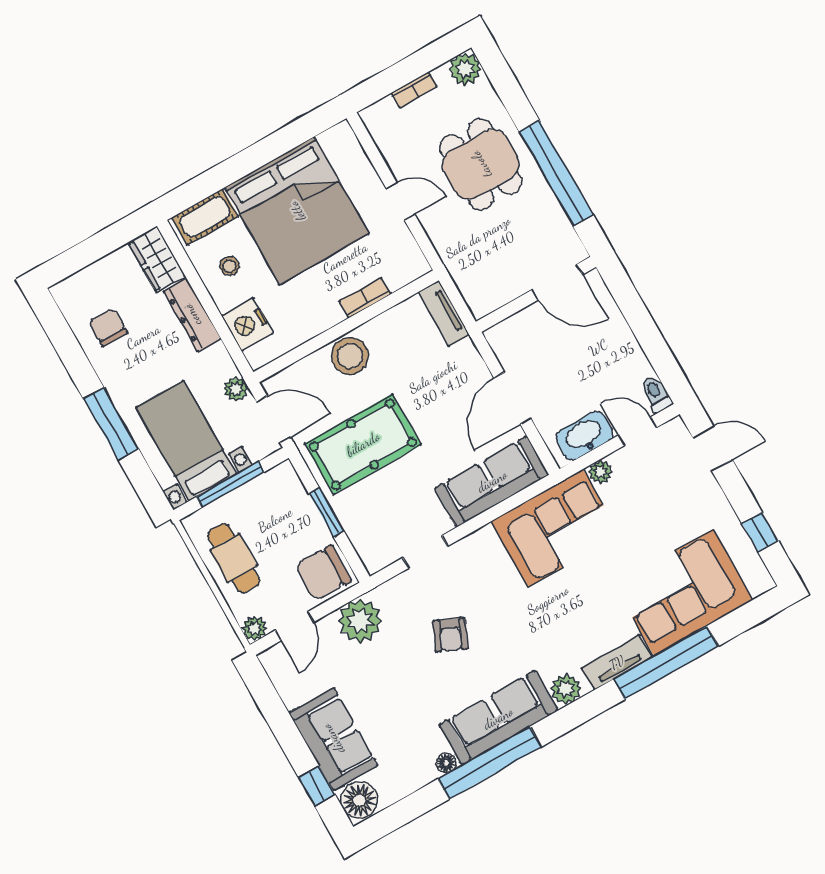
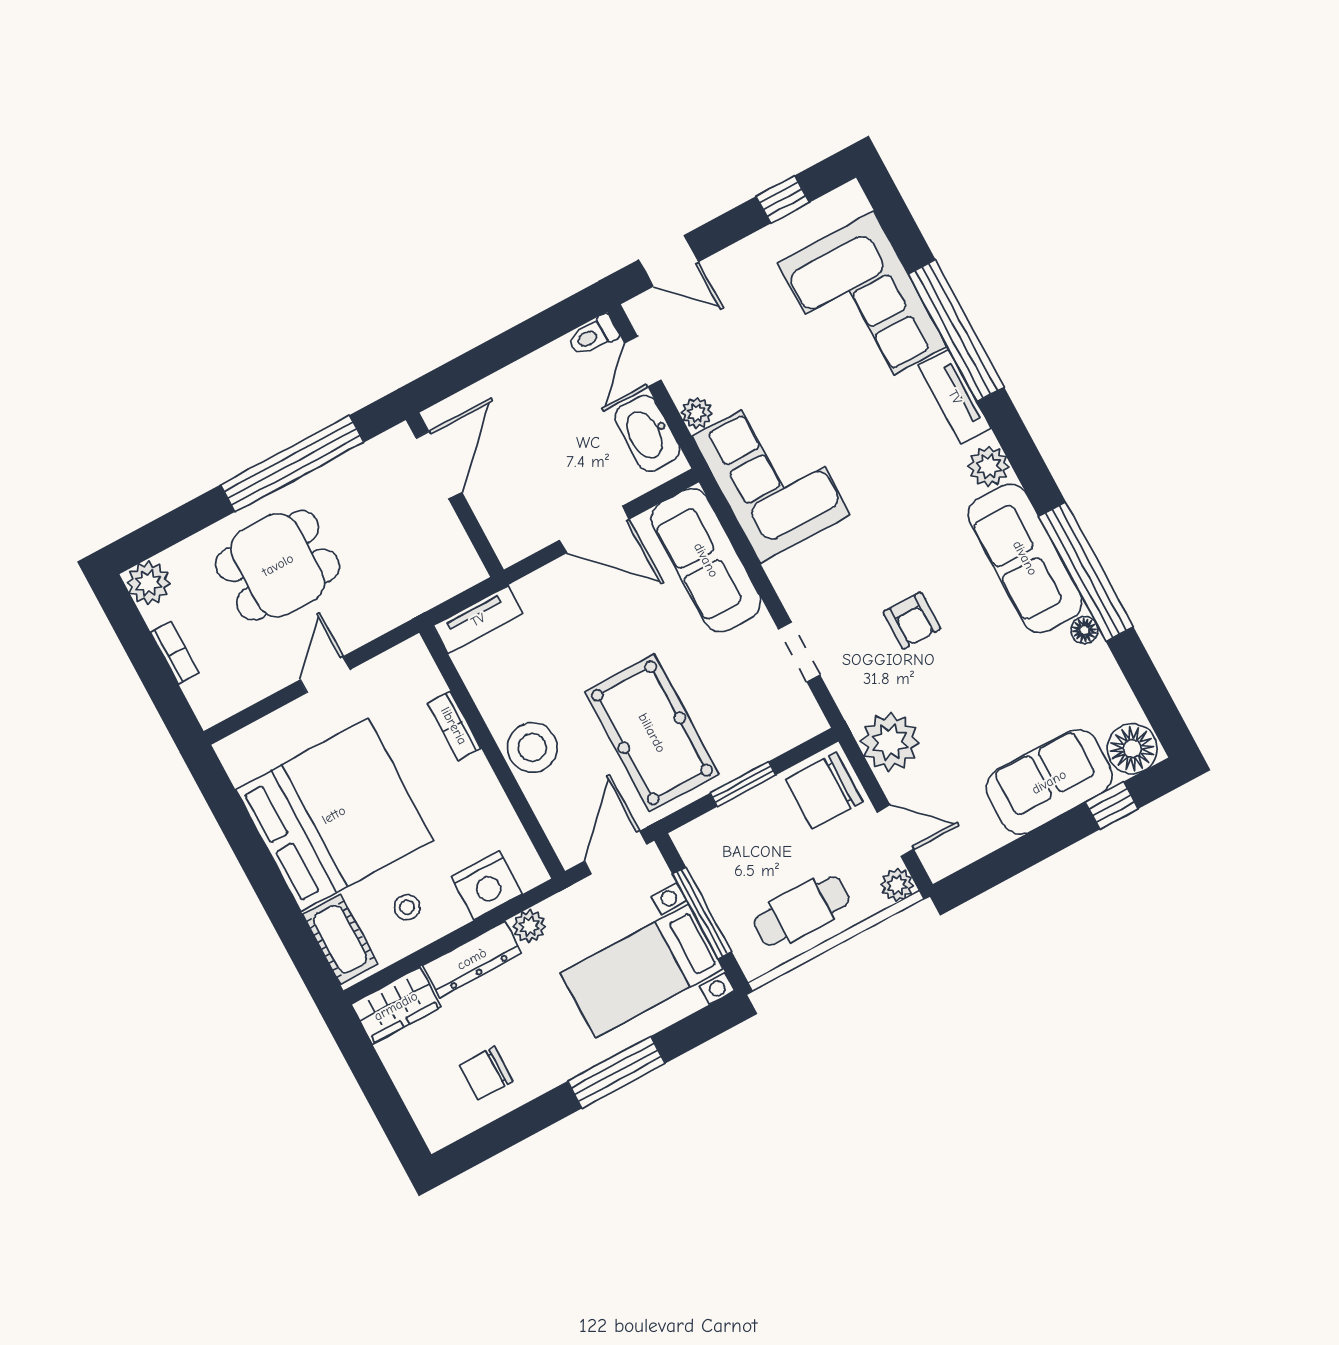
plant: (236, 389) -> (529, 926), moved
door: (713, 449) -> (669, 261), swing flipped
chair: (323, 573) -> (824, 791), turned 89
armchair: (450, 635) -> (912, 620), turned 66

